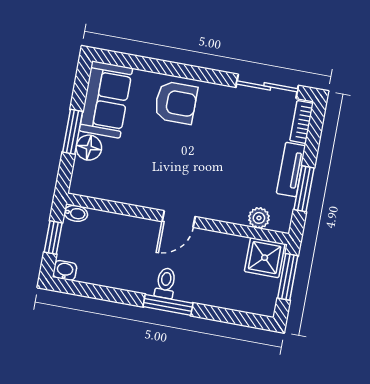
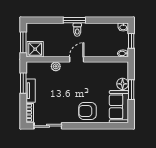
plant: (259, 218) -> (56, 66), moved

